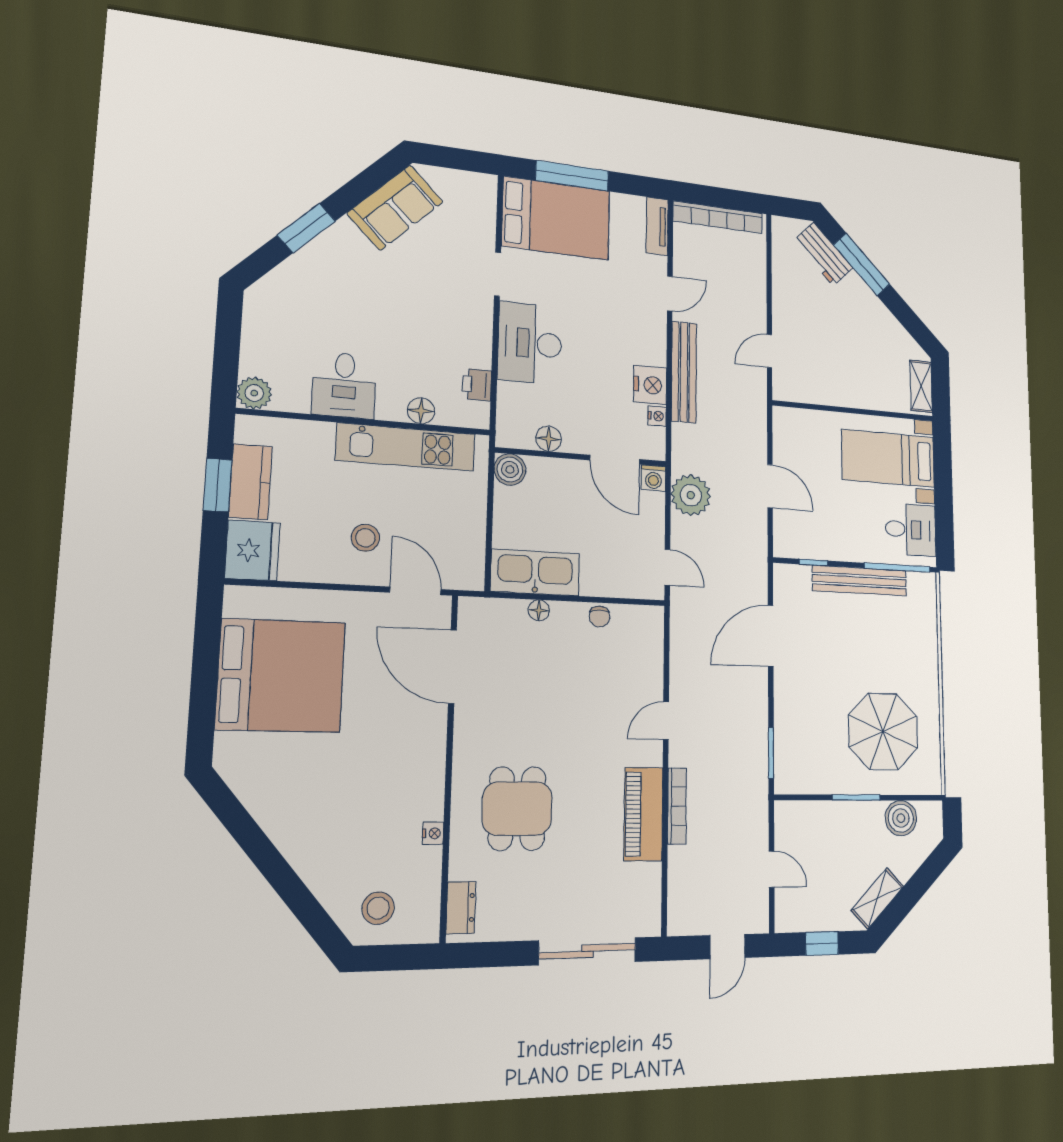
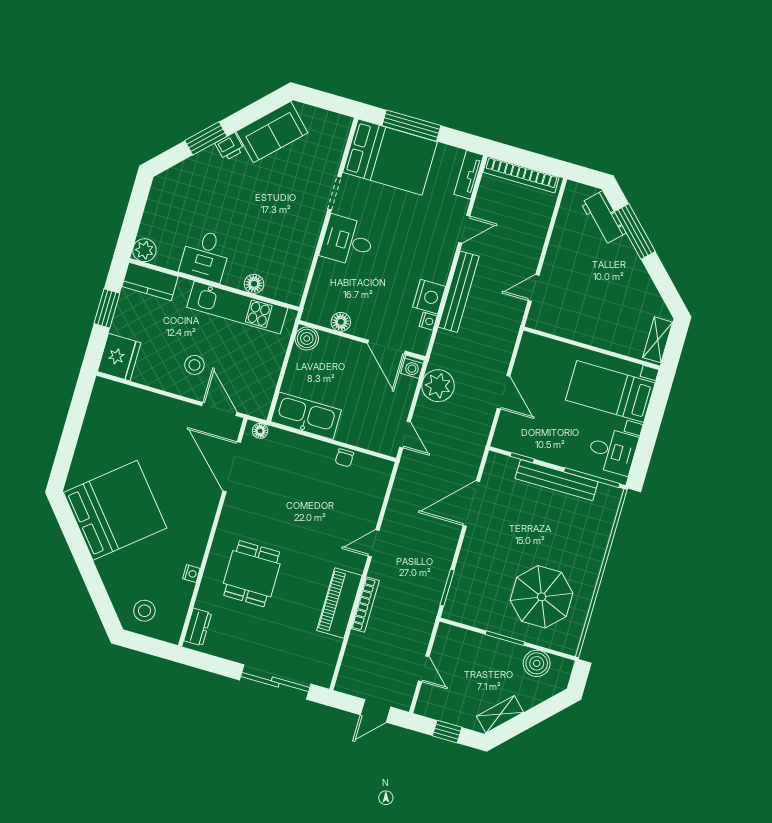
desk: (530, 343) -> (347, 241), width x0.73
printer: (477, 385) -> (230, 147), moved, turned -135
kitchen counter: (250, 482) -> (150, 281), moved, turned 90
floor lamp: (539, 610) -> (260, 431), moved
bed: (281, 676) -> (115, 510), moved, turned -40

